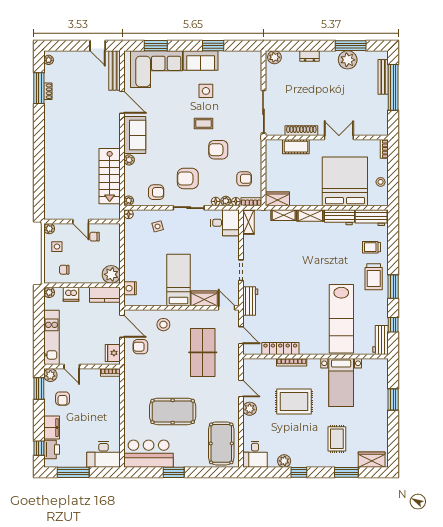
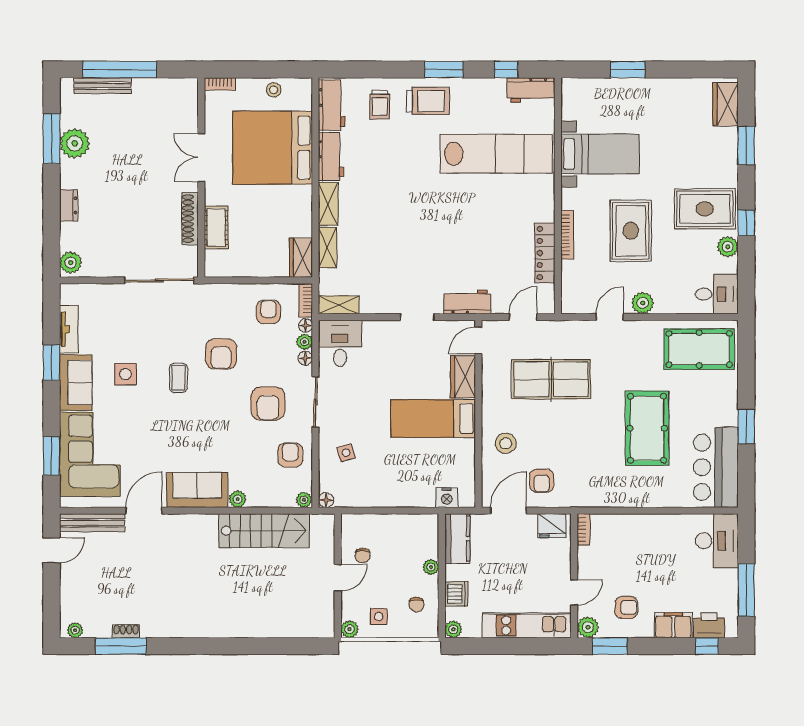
tv unit: (233, 56) -> (69, 329), added
plant: (111, 274) -> (431, 567), moved, width x0.53, depth x0.53
rug: (337, 439) -> (705, 209), moved, width x1.36, depth x1.43

